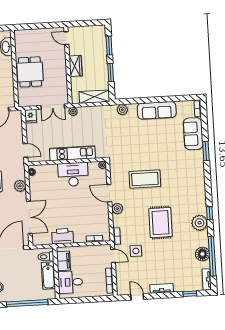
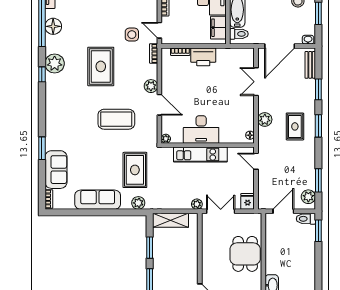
wardrobe: (76, 66) -> (191, 258), removed
rug: (127, 137) -> (135, 170), added
double door: (29, 217) -> (256, 82), width x0.73
printer: (63, 236) -> (203, 57), moved

